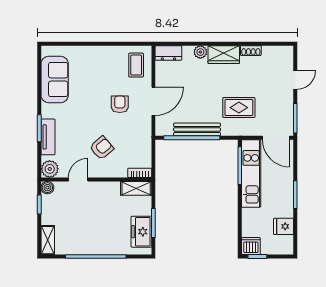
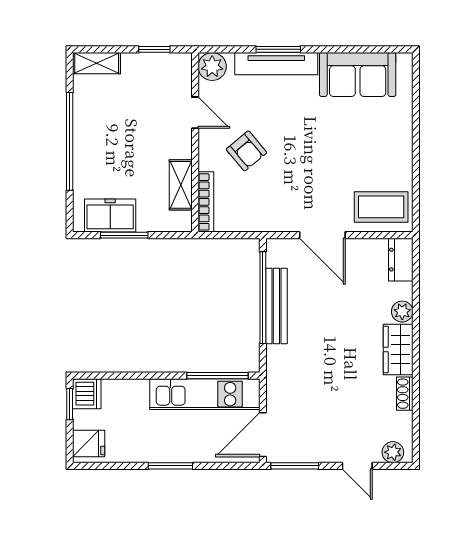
plant: (287, 58) -> (393, 452), added
coffee table: (136, 65) -> (381, 207), width x1.36, depth x1.30
armchair: (120, 104) -> (317, 180), removed
rug: (239, 108) -> (312, 374), removed
tv unit: (48, 137) -> (276, 64), width x1.41
bookcase: (140, 173) -> (206, 202), width x1.56
boiler: (47, 188) -> (182, 63), removed
shelving: (136, 188) -> (181, 185), moved
fridge: (284, 226) -> (89, 443), moved, turned 90

